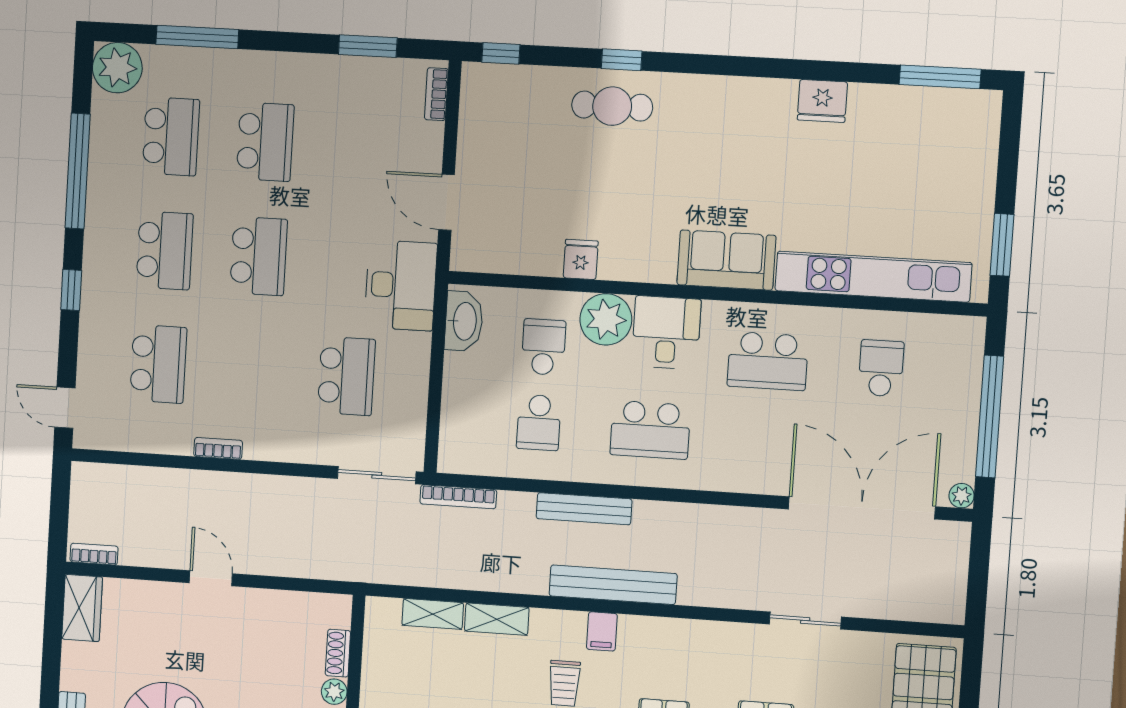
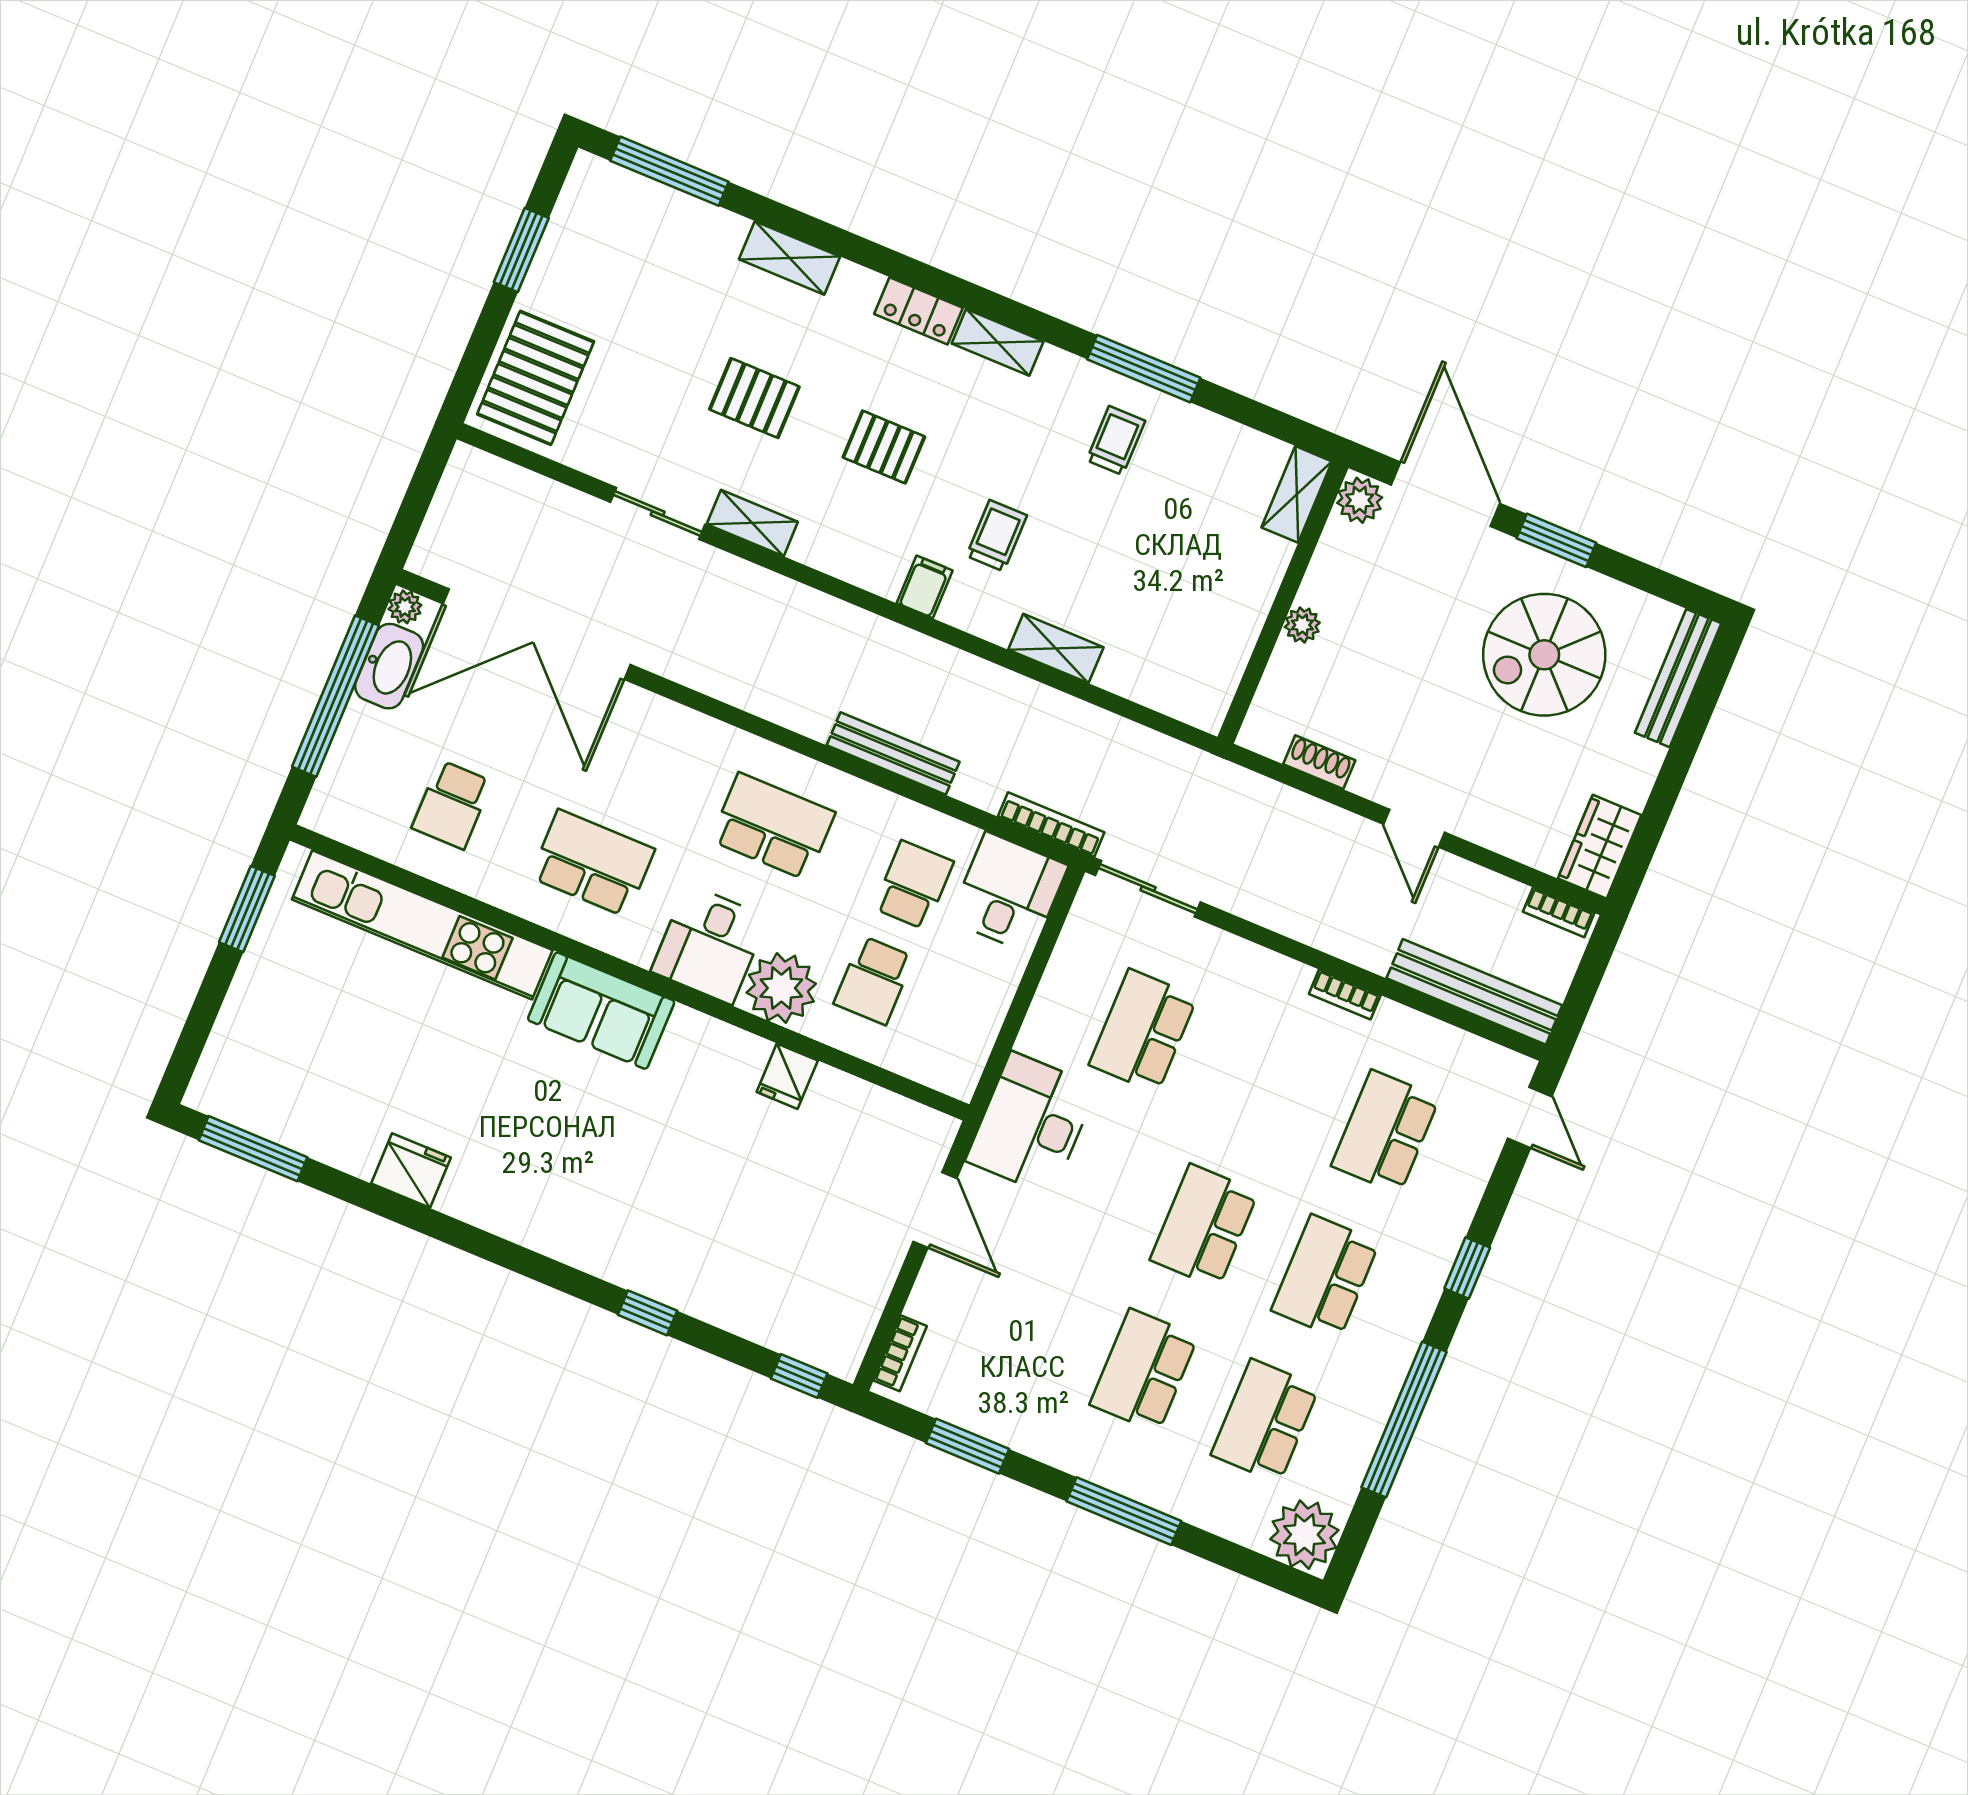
window: (197, 37) -> (1124, 1511), moved
cafe table: (612, 106) -> (680, 1258), removed
washbasin: (464, 321) -> (389, 666), moved, turned 180
desk: (471, 440) -> (1009, 893), added
bench: (613, 585) -> (1474, 992), moved
shelving: (433, 614) -> (752, 523), moved
shoe rack: (338, 653) -> (1319, 762), moved, turned -90

